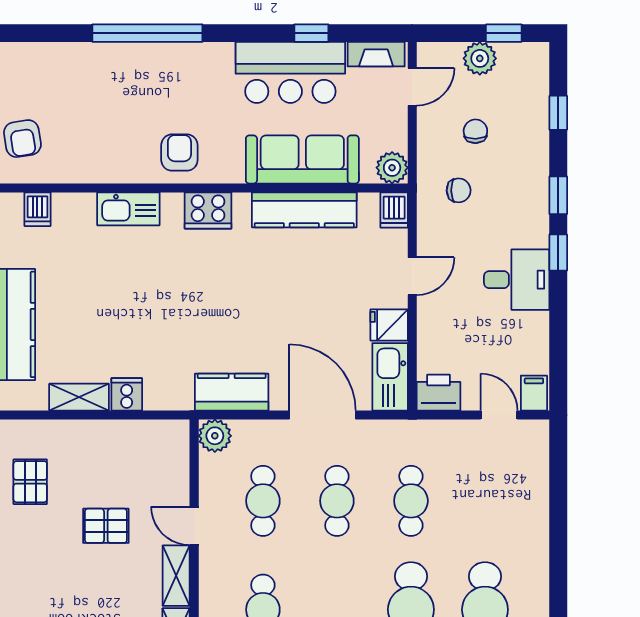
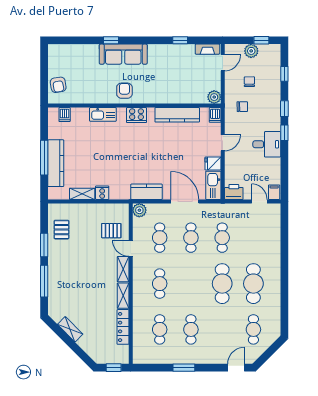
window: (147, 33) -> (111, 40), width x0.32
bar counter: (290, 72) -> (171, 57), removed
sofa: (302, 159) -> (123, 54), moved, turned 180
pallet: (106, 526) -> (111, 231), moved

